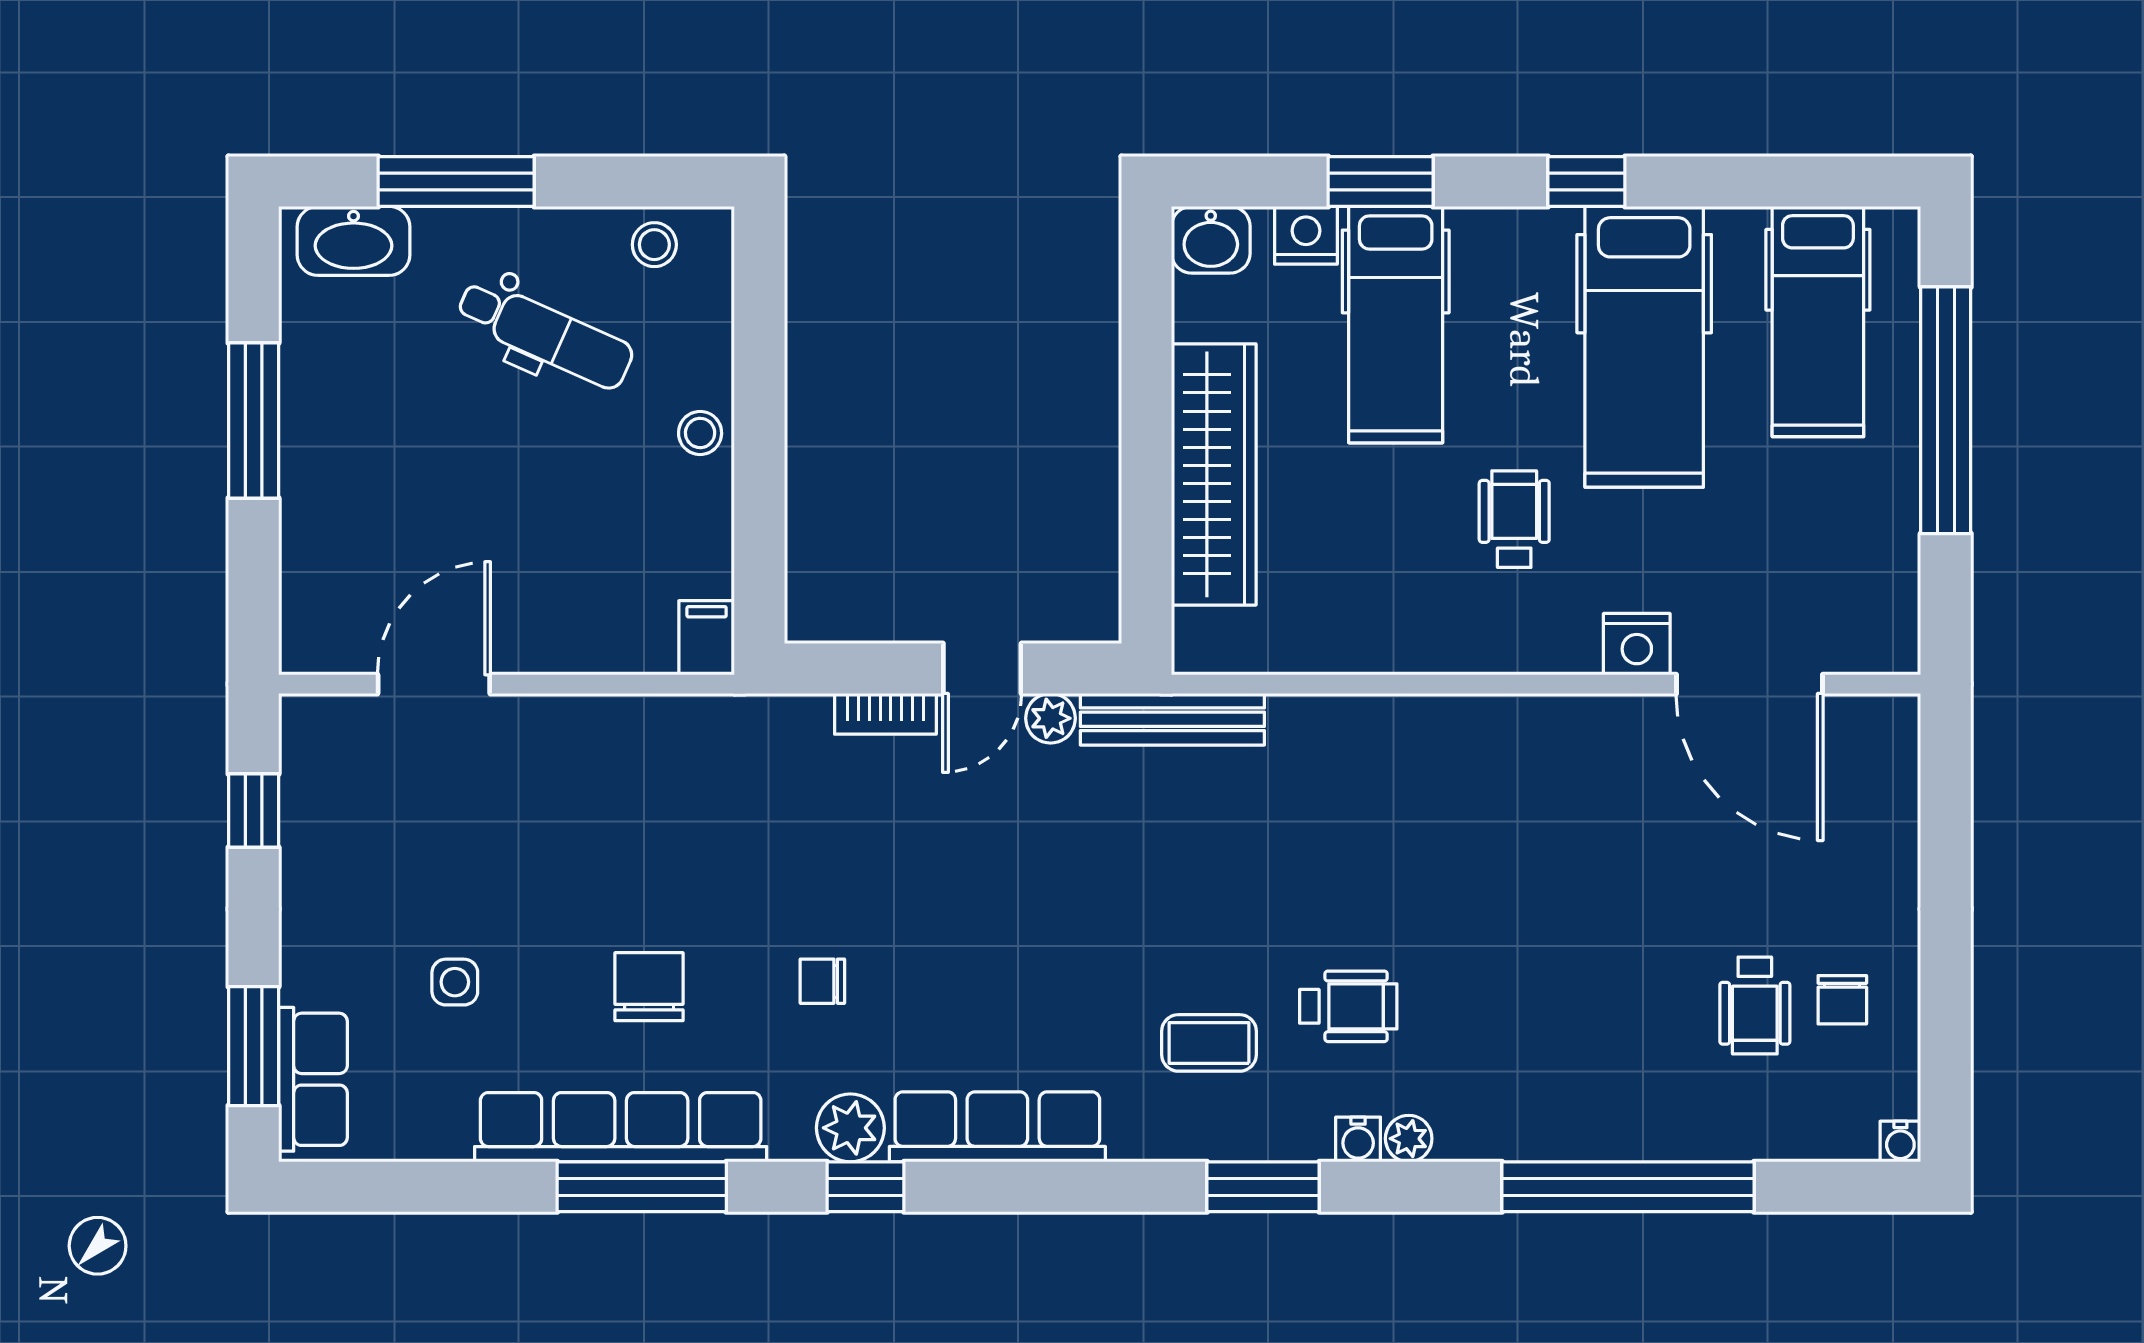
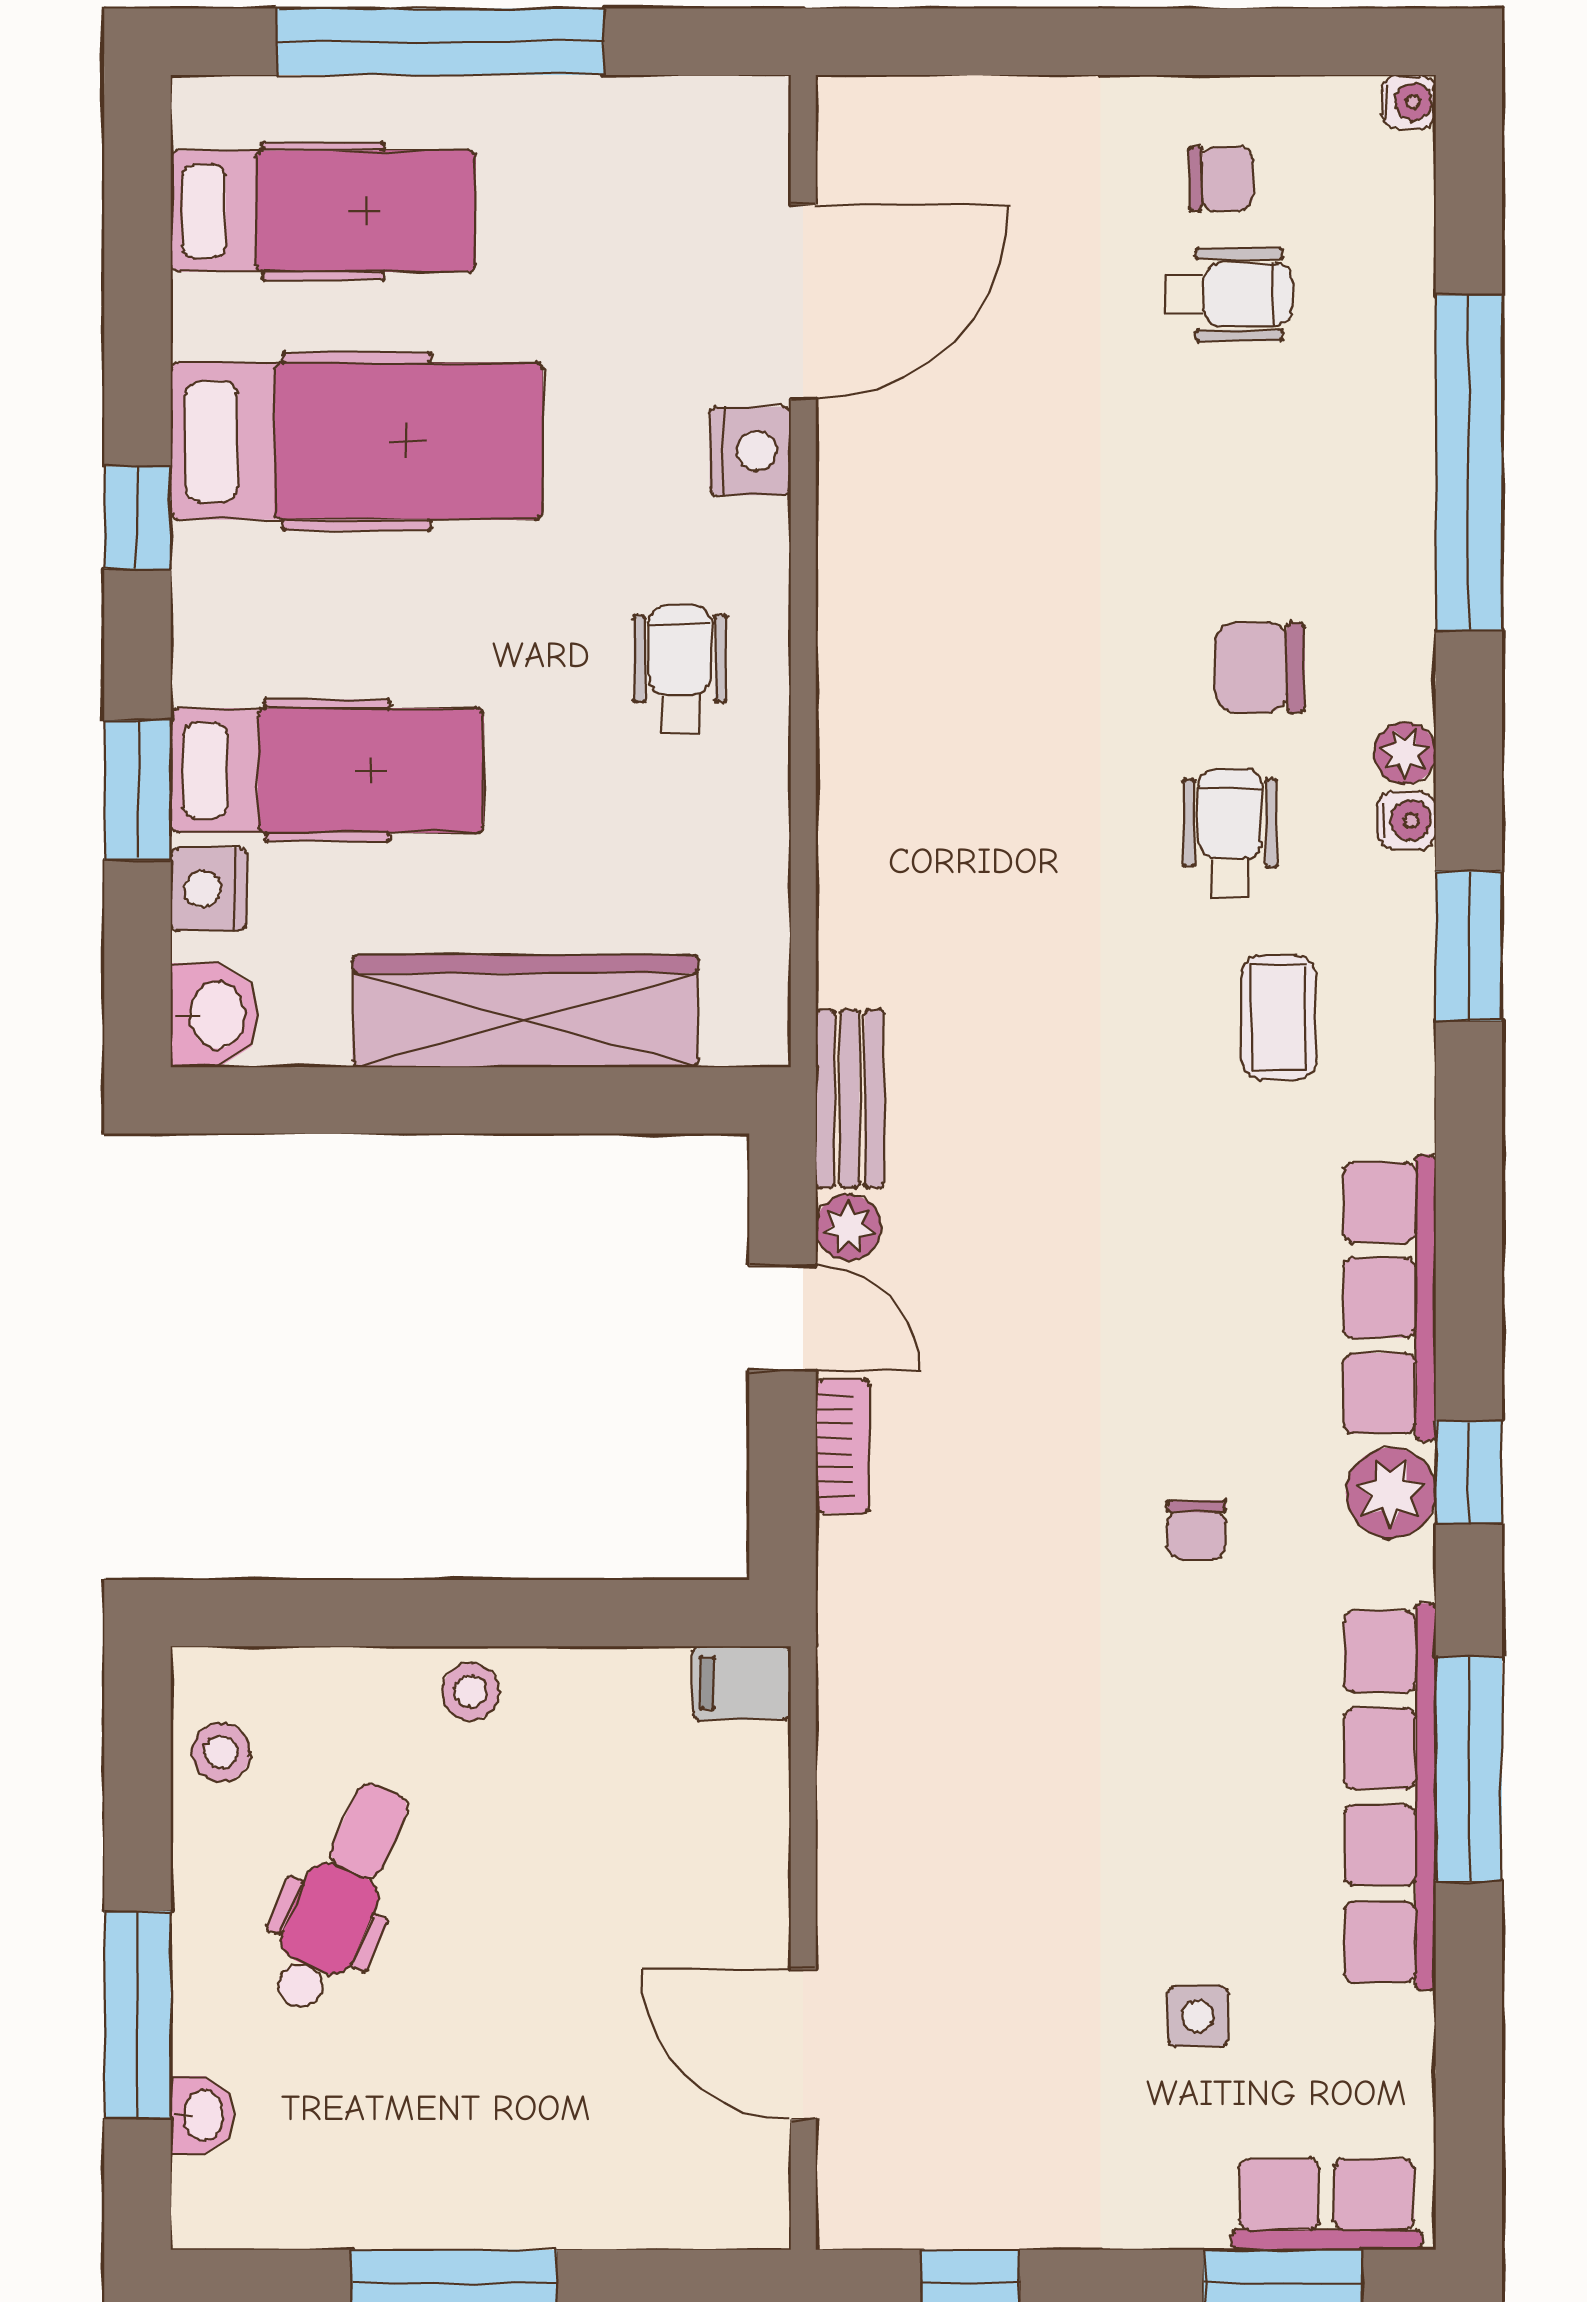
washbasin: (354, 241) -> (202, 2115), width x0.52, depth x0.69
wheelchair: (1514, 519) -> (680, 669), moved, turned 90
bench: (1172, 719) -> (850, 1099), width x0.73
chair: (649, 987) -> (1260, 667), moved

